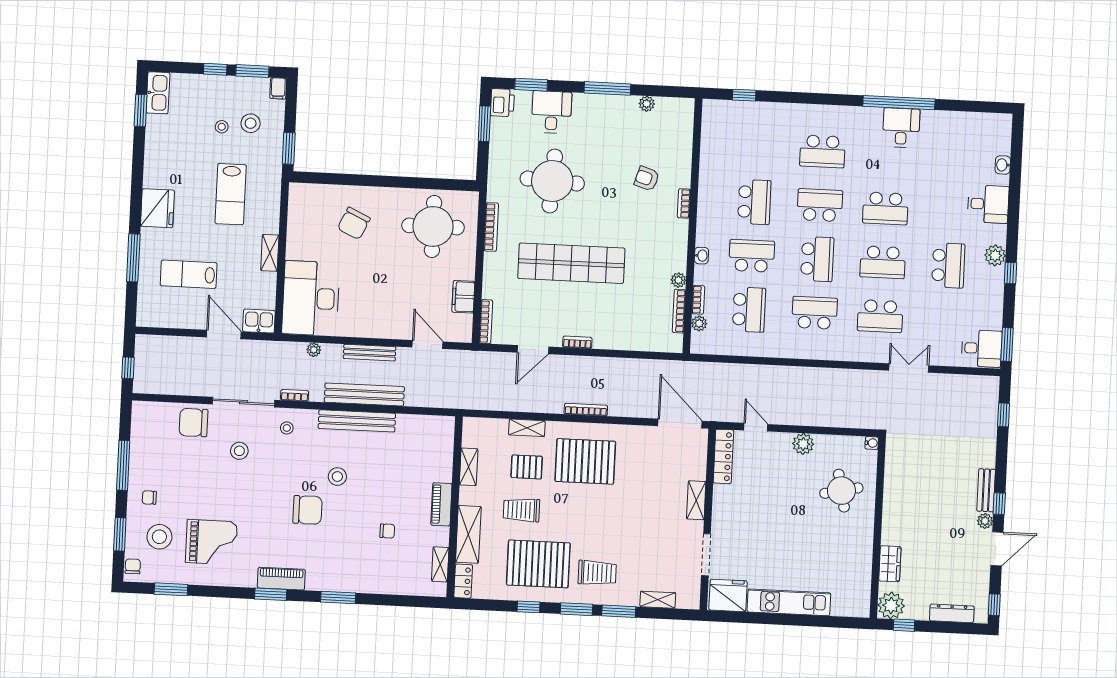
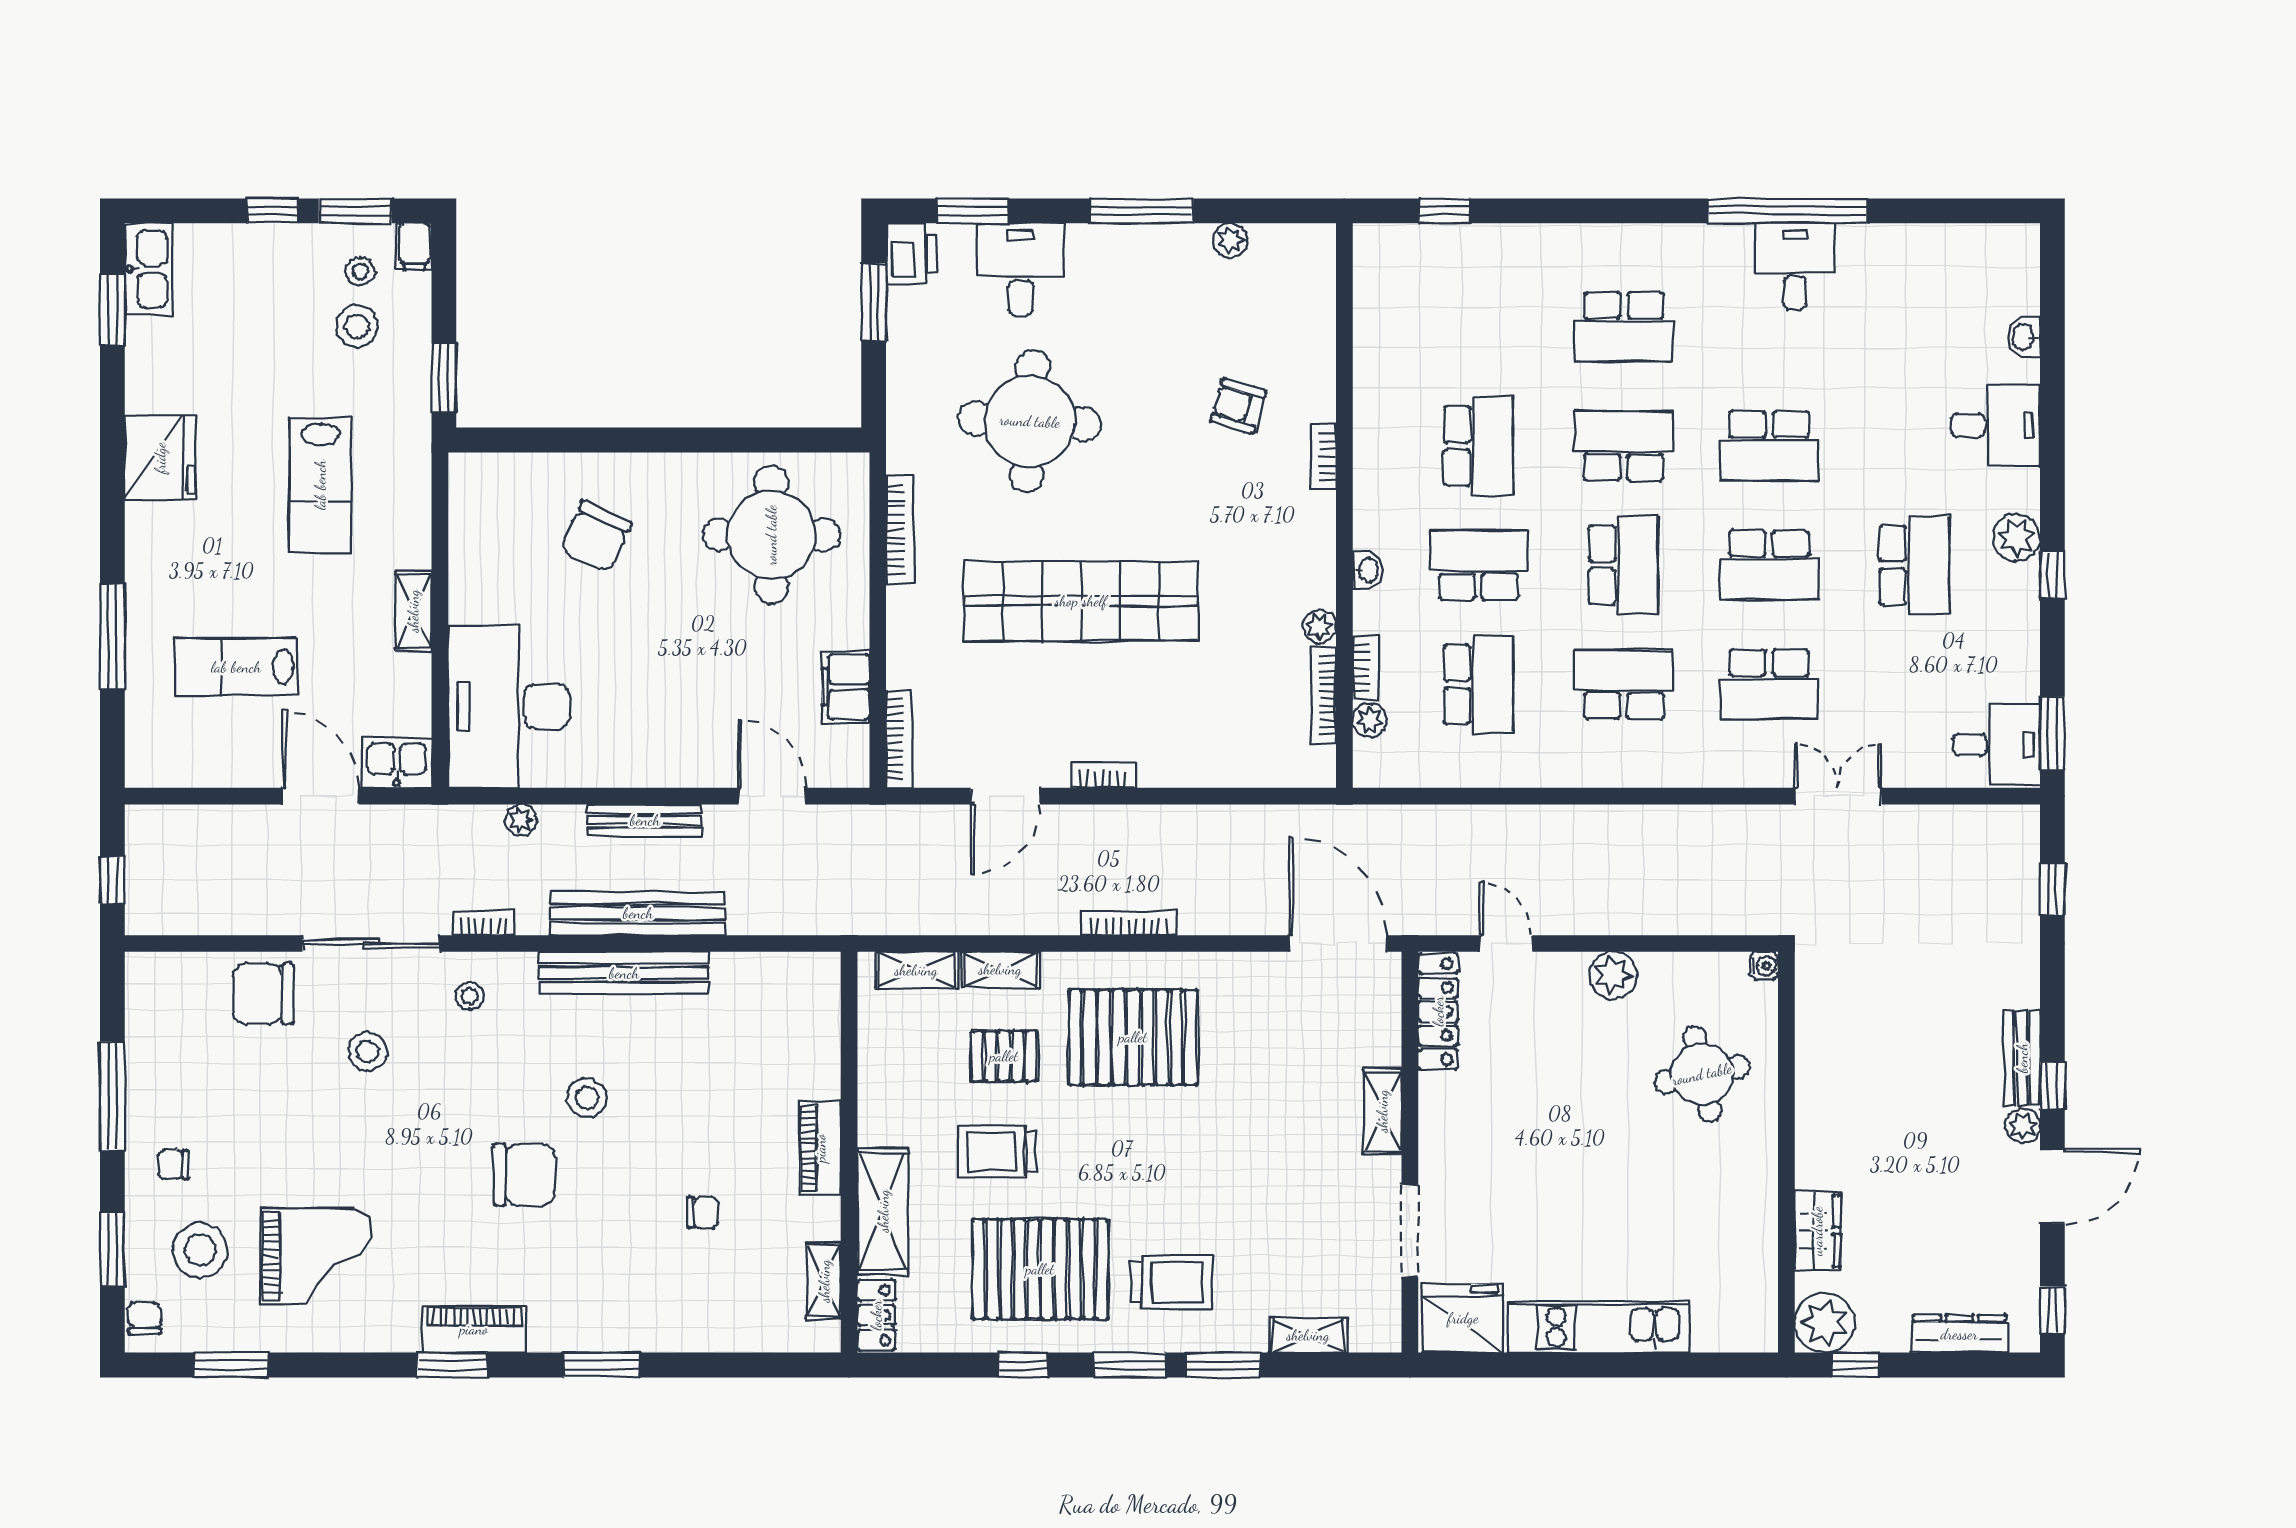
stool: (222, 127) -> (360, 271), moved
fridge: (157, 208) -> (160, 458), moved
shelving: (469, 467) -> (916, 970), moved, turned 90

